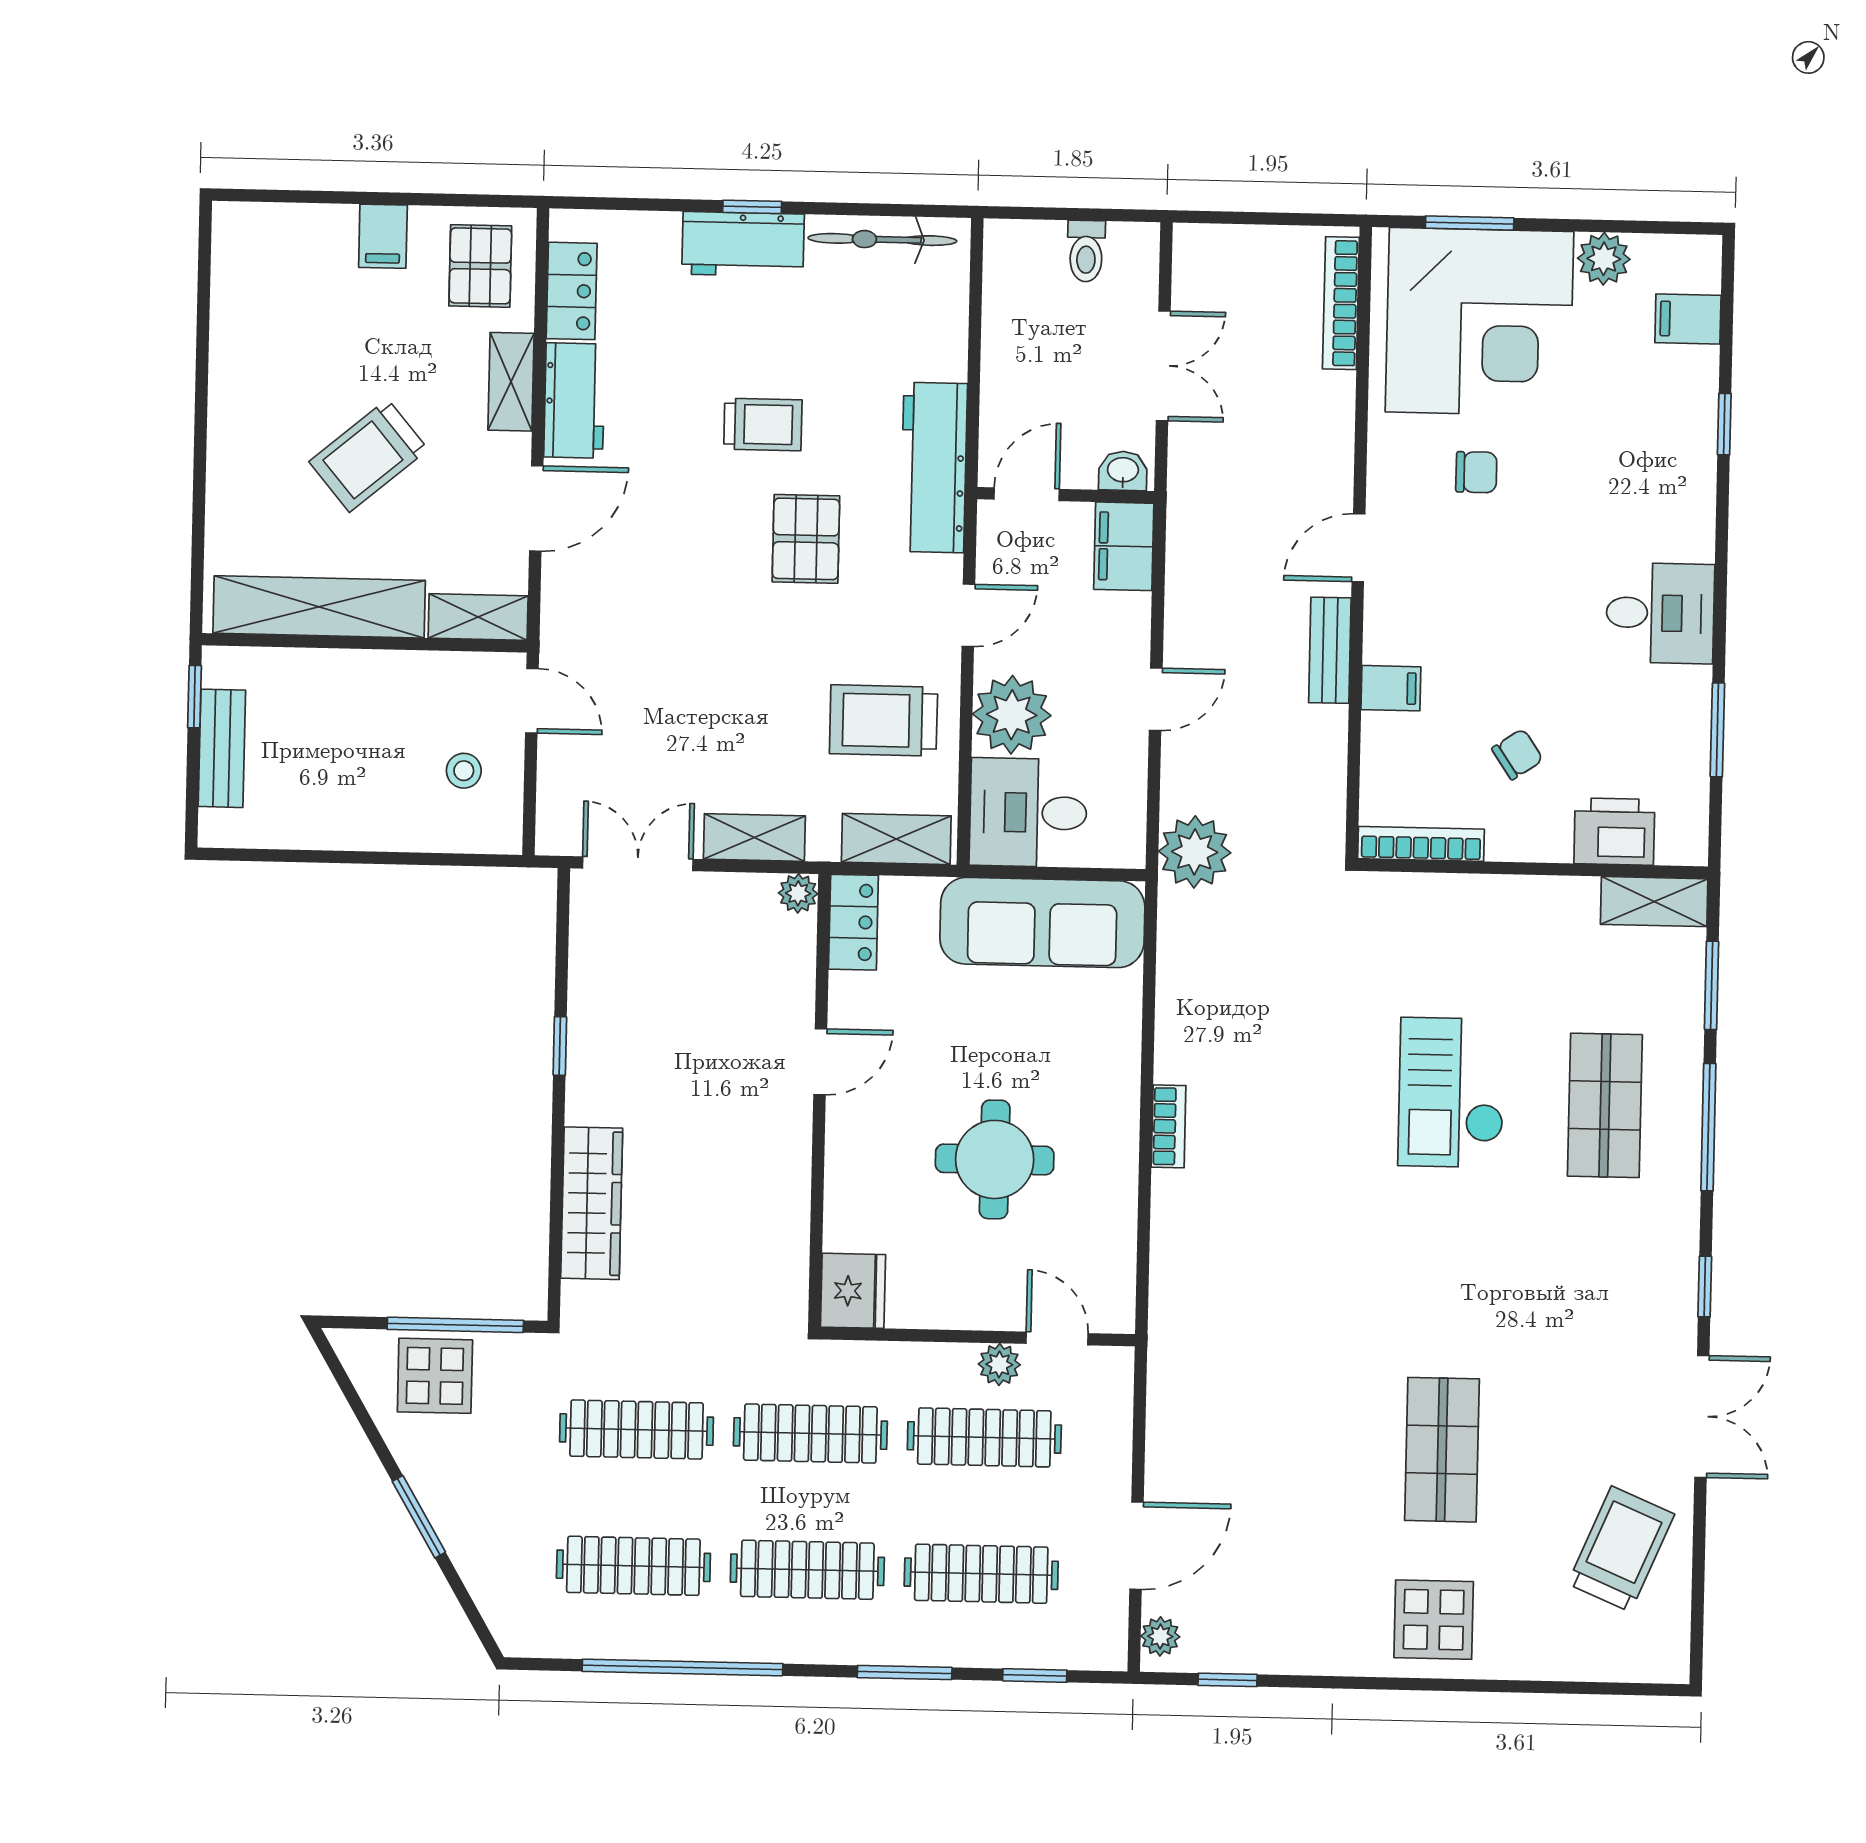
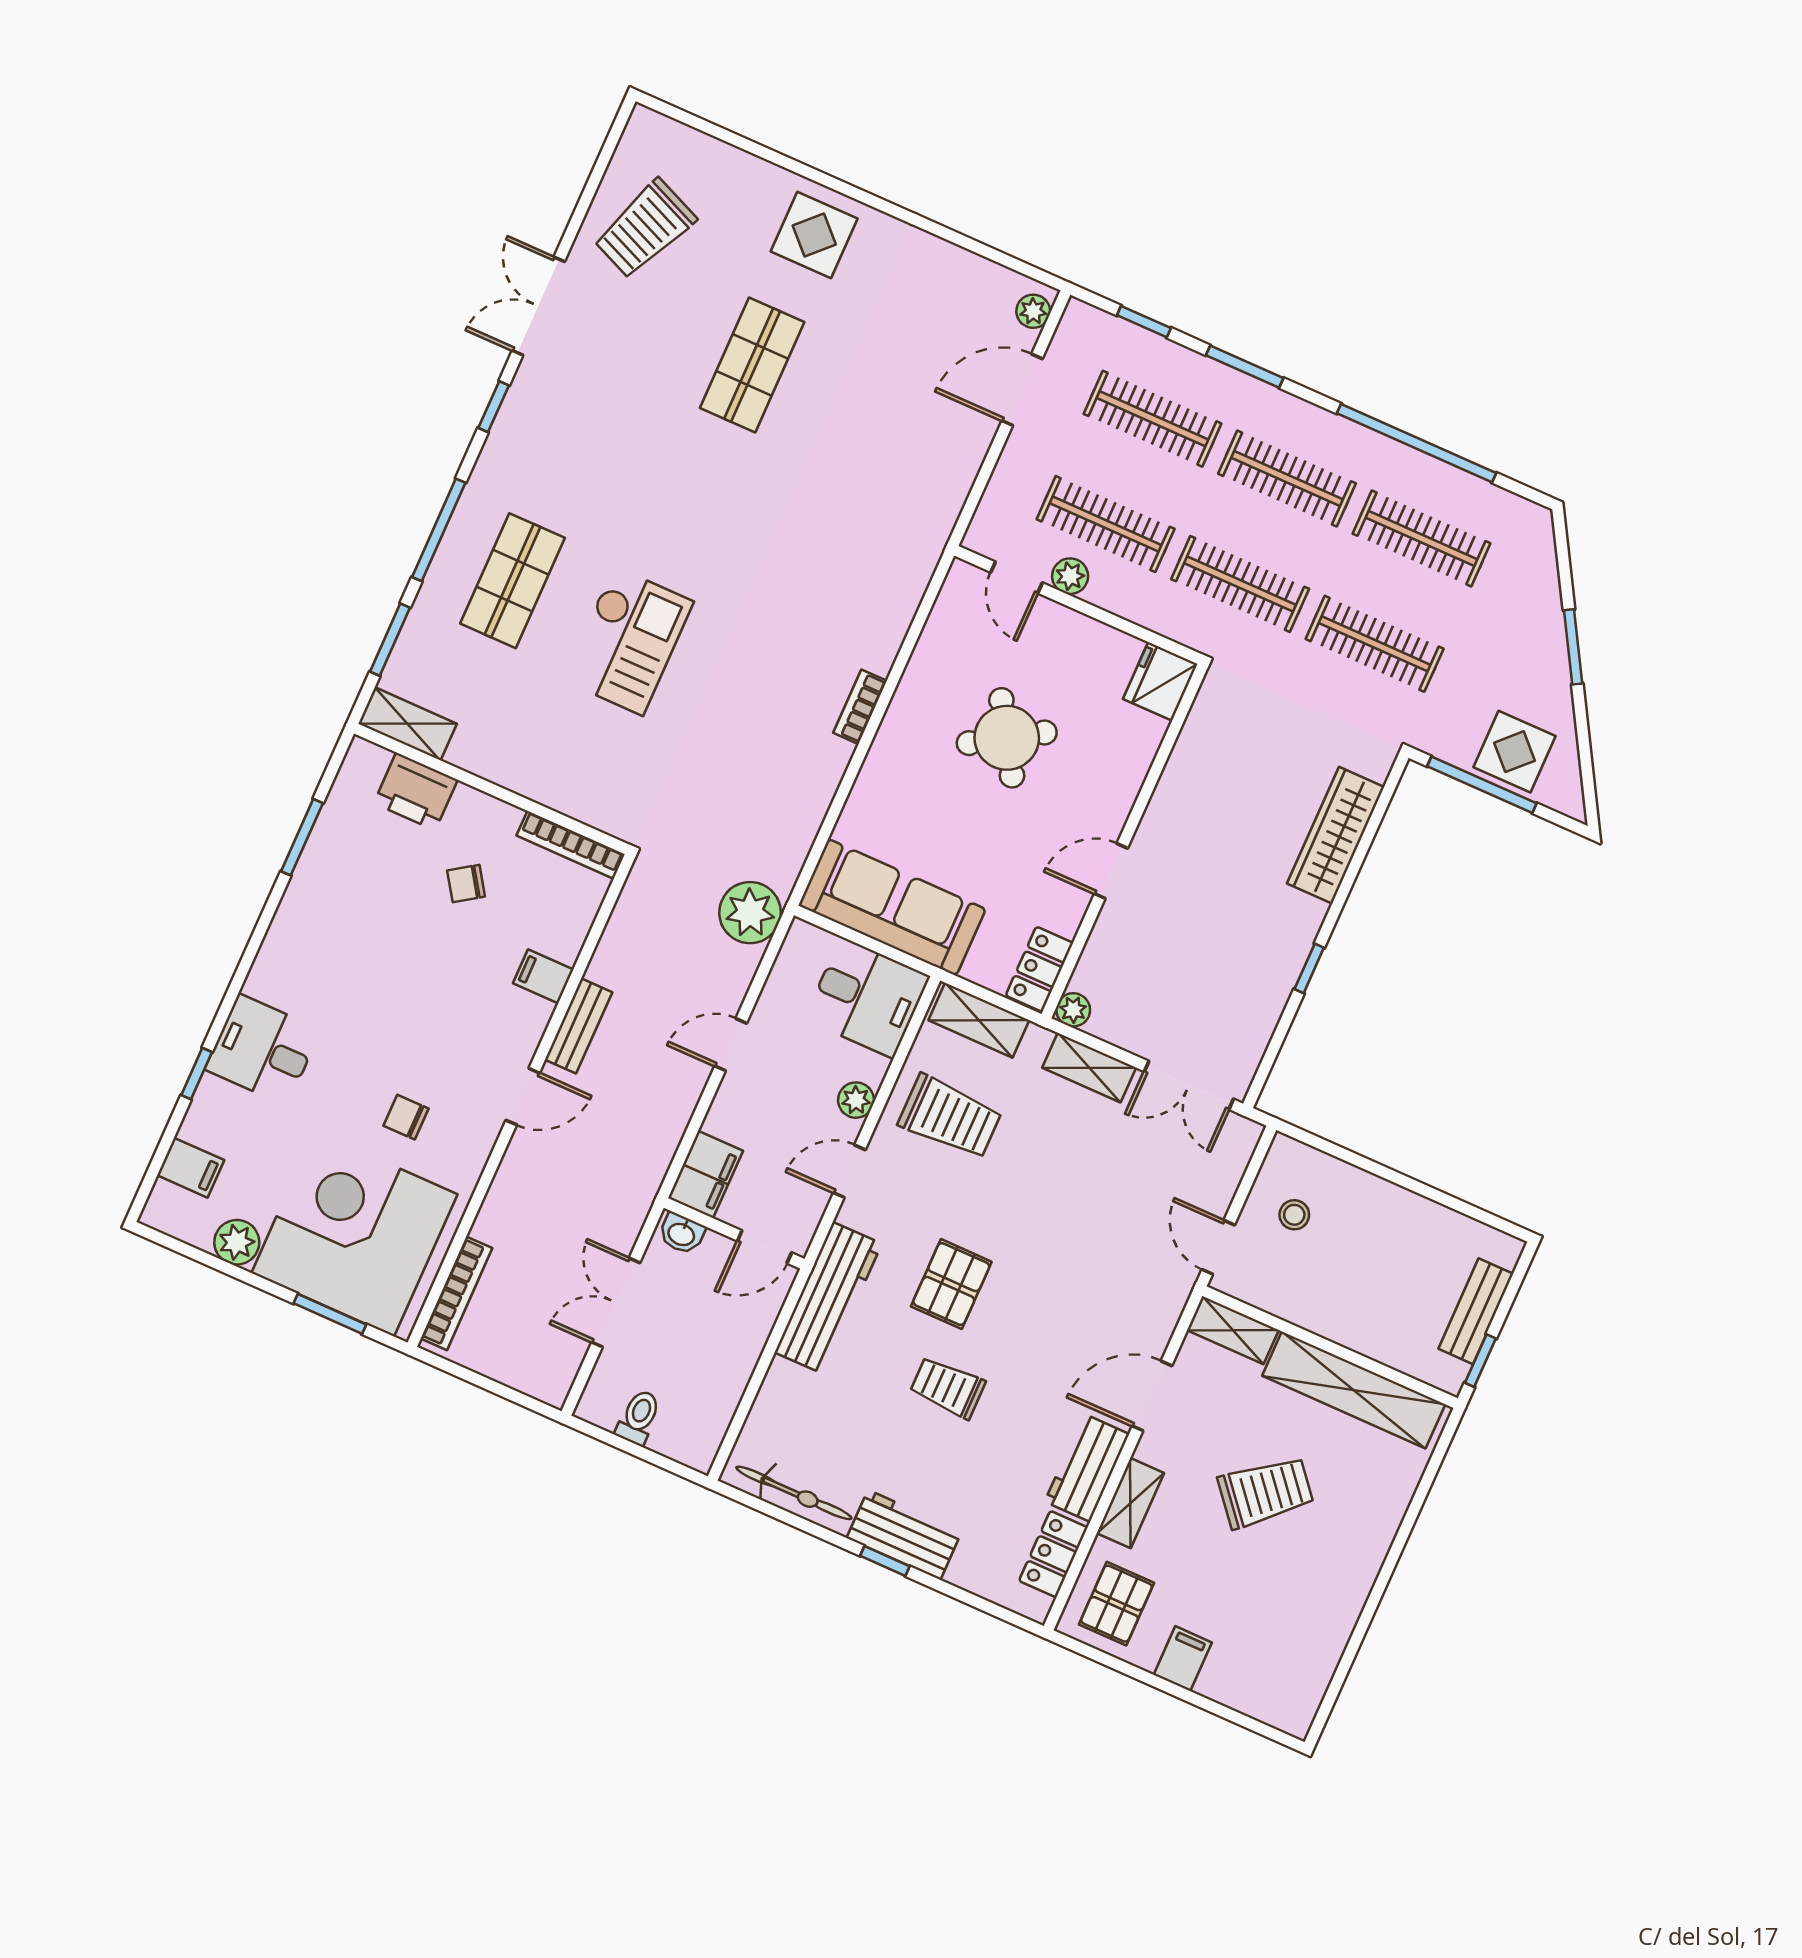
desk: (1660, 613) -> (263, 1050), moved
plant: (1012, 715) -> (856, 1100), width x0.53, depth x0.53
round table: (995, 1159) -> (1007, 738), turned -32
window: (1228, 1680) -> (995, 255), removed

